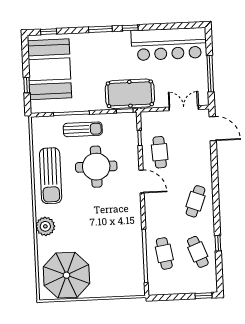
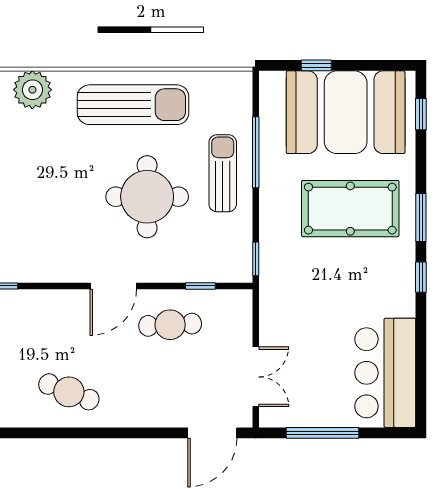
bar counter: (169, 44) -> (385, 373), width x0.73
pool table: (130, 94) -> (350, 209), moved, turned 90
sun lounger: (83, 129) -> (223, 173), turned 180
sun lounger: (51, 176) -> (133, 105), turned 180

